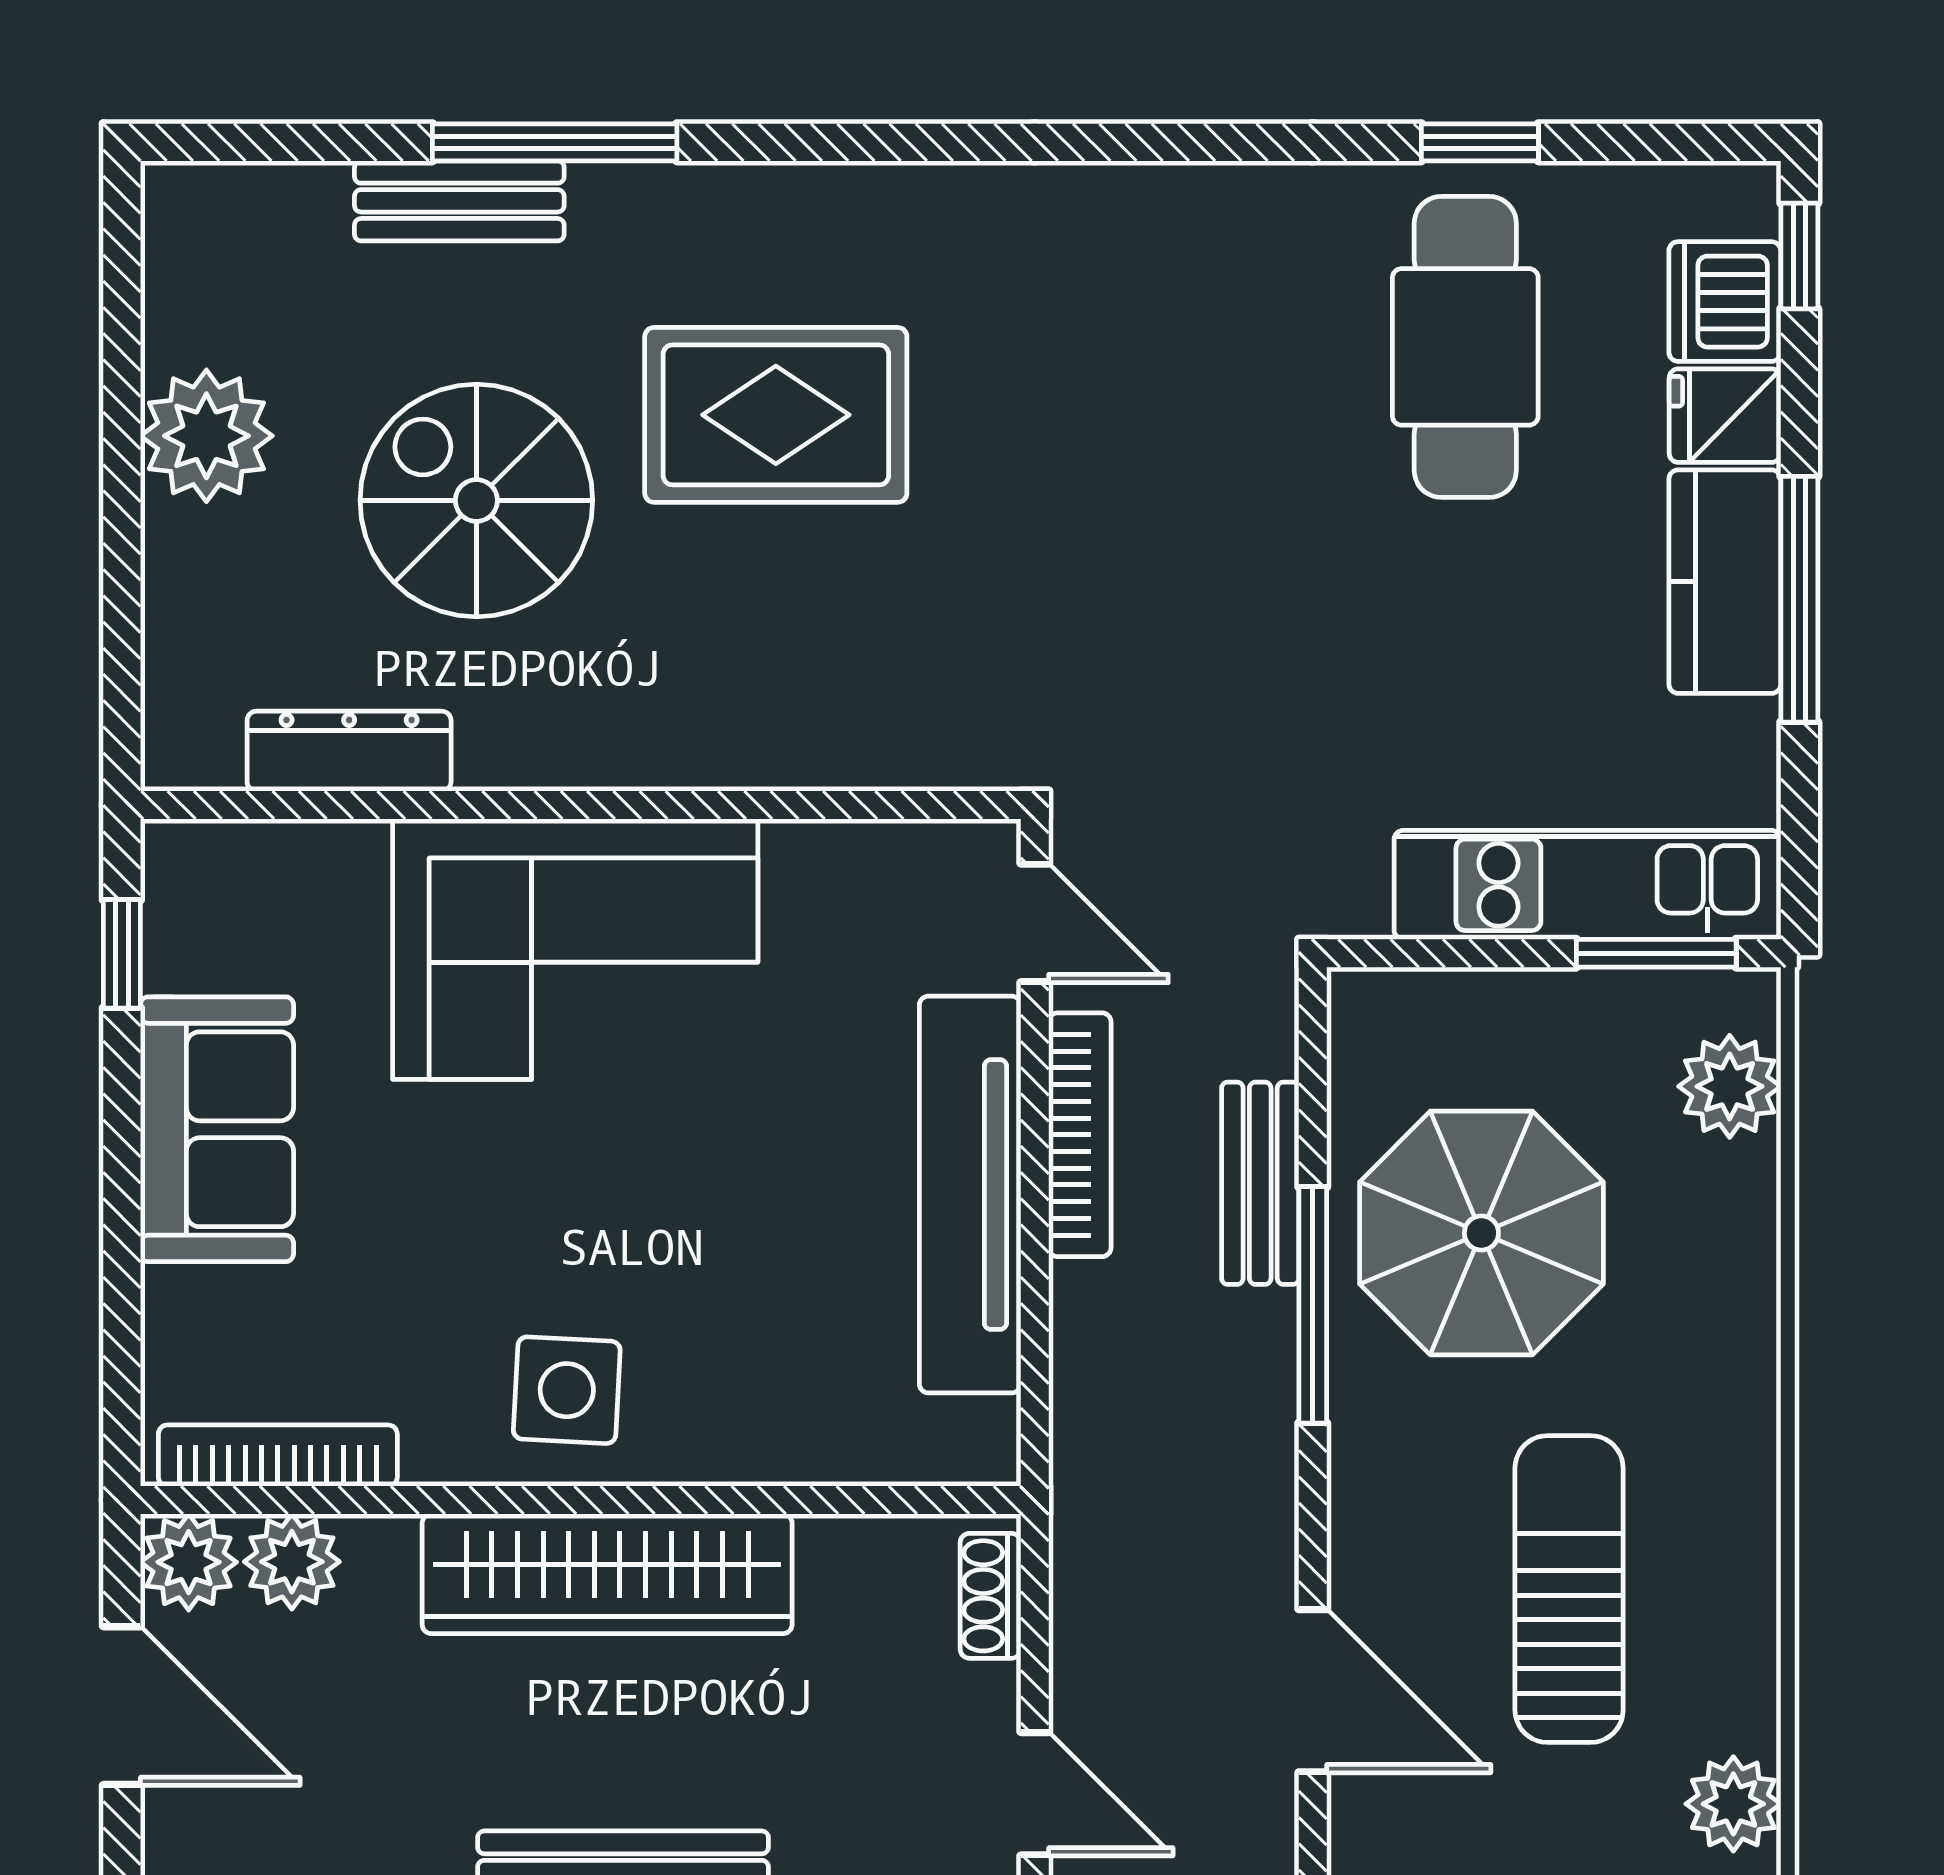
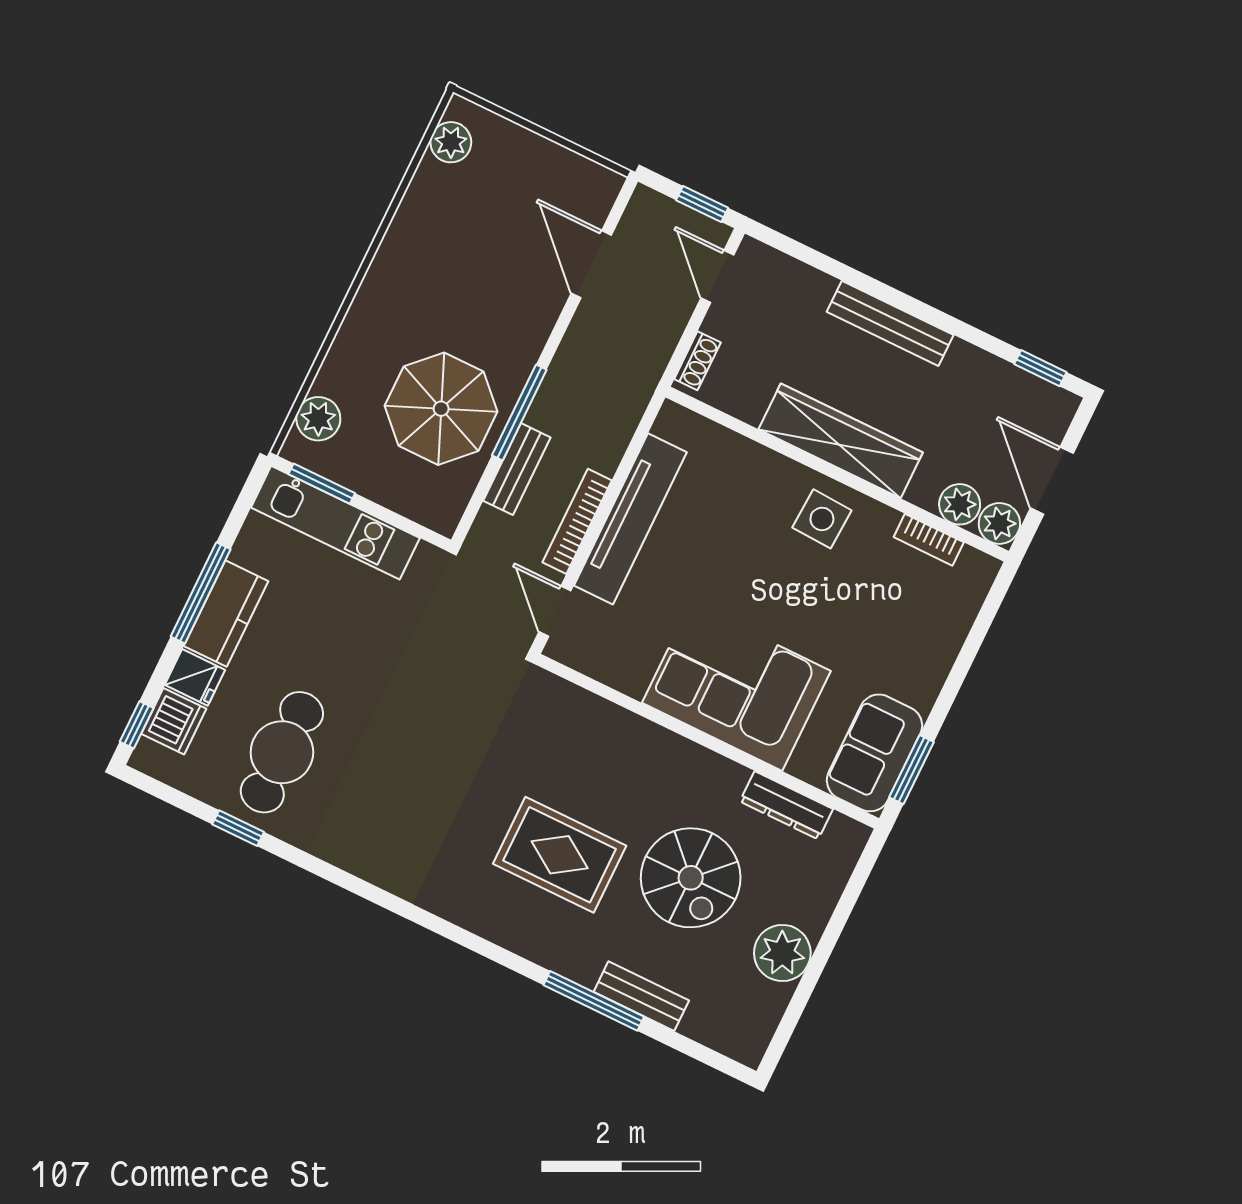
window: (122, 954) -> (912, 770), width x1.50
sofa: (217, 1129) -> (874, 753), moved
bookcase: (278, 1456) -> (929, 540), width x0.64
sun lounger: (1569, 1589) -> (474, 255), removed

